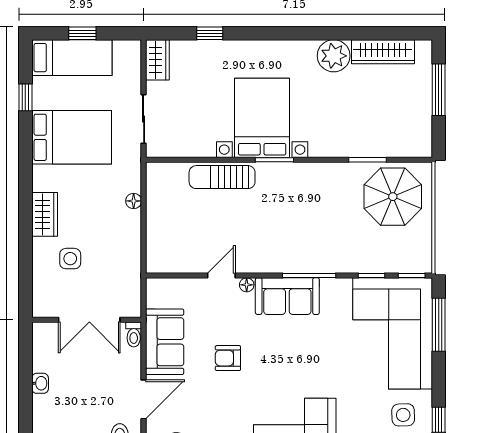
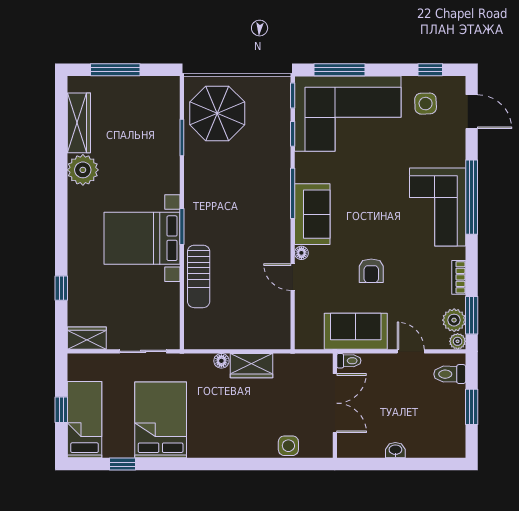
wardrobe: (45, 214) -> (252, 366), moved, turned 180
side table: (70, 259) -> (288, 446), moved
door: (144, 399) -> (411, 351), width x0.73

